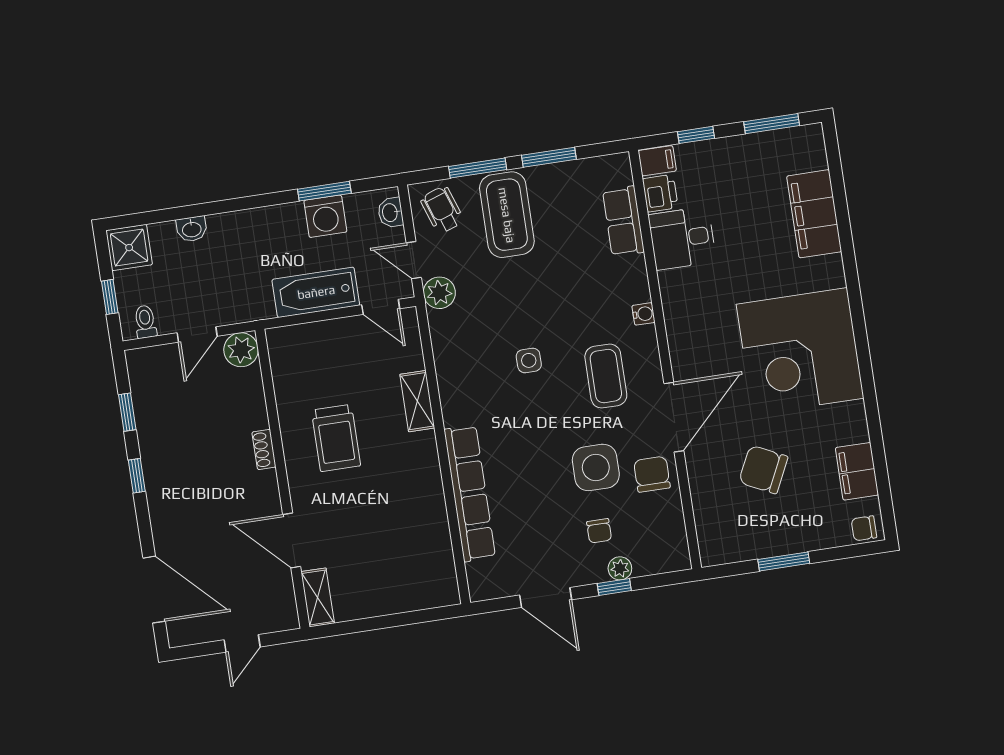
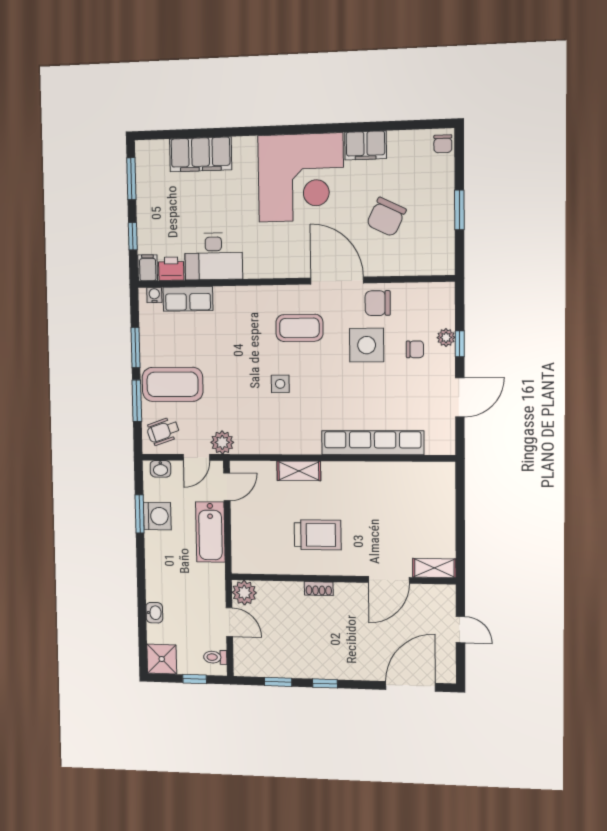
desk: (682, 238) -> (214, 256), width x1.37
water cooler: (643, 314) -> (154, 295), moved
filing cabinet: (857, 471) -> (365, 145), moved

